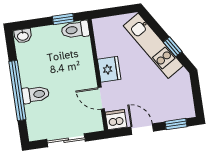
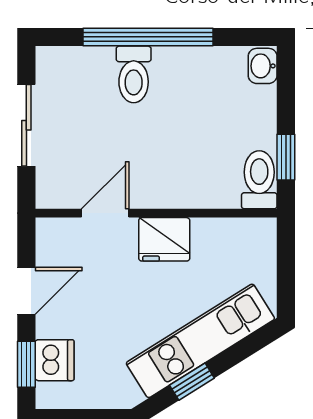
dishwasher: (116, 120) -> (55, 360), moved

